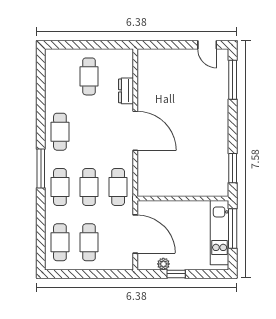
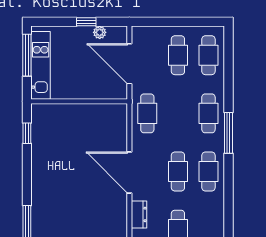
window: (233, 168) -> (27, 133), width x0.67
cafe table: (89, 187) -> (178, 172), moved
window: (233, 228) -> (27, 55), moved

